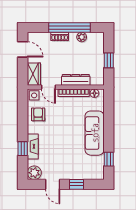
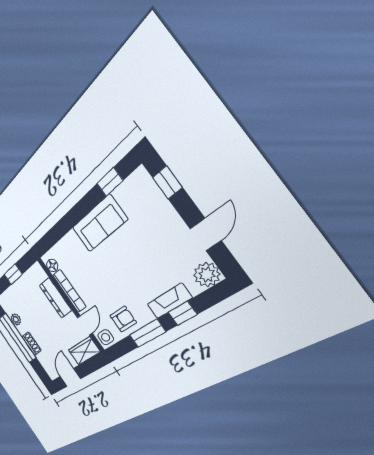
armchair: (38, 114) -> (123, 319), turned 180
window: (23, 123) -> (147, 333), added
sofa: (95, 133) -> (99, 224), width x0.73
window: (77, 184) -> (167, 182), moved

